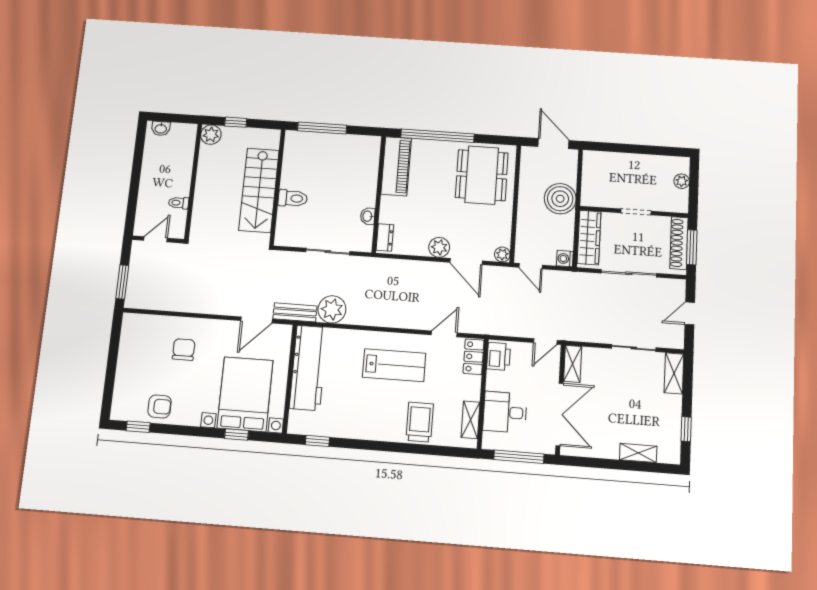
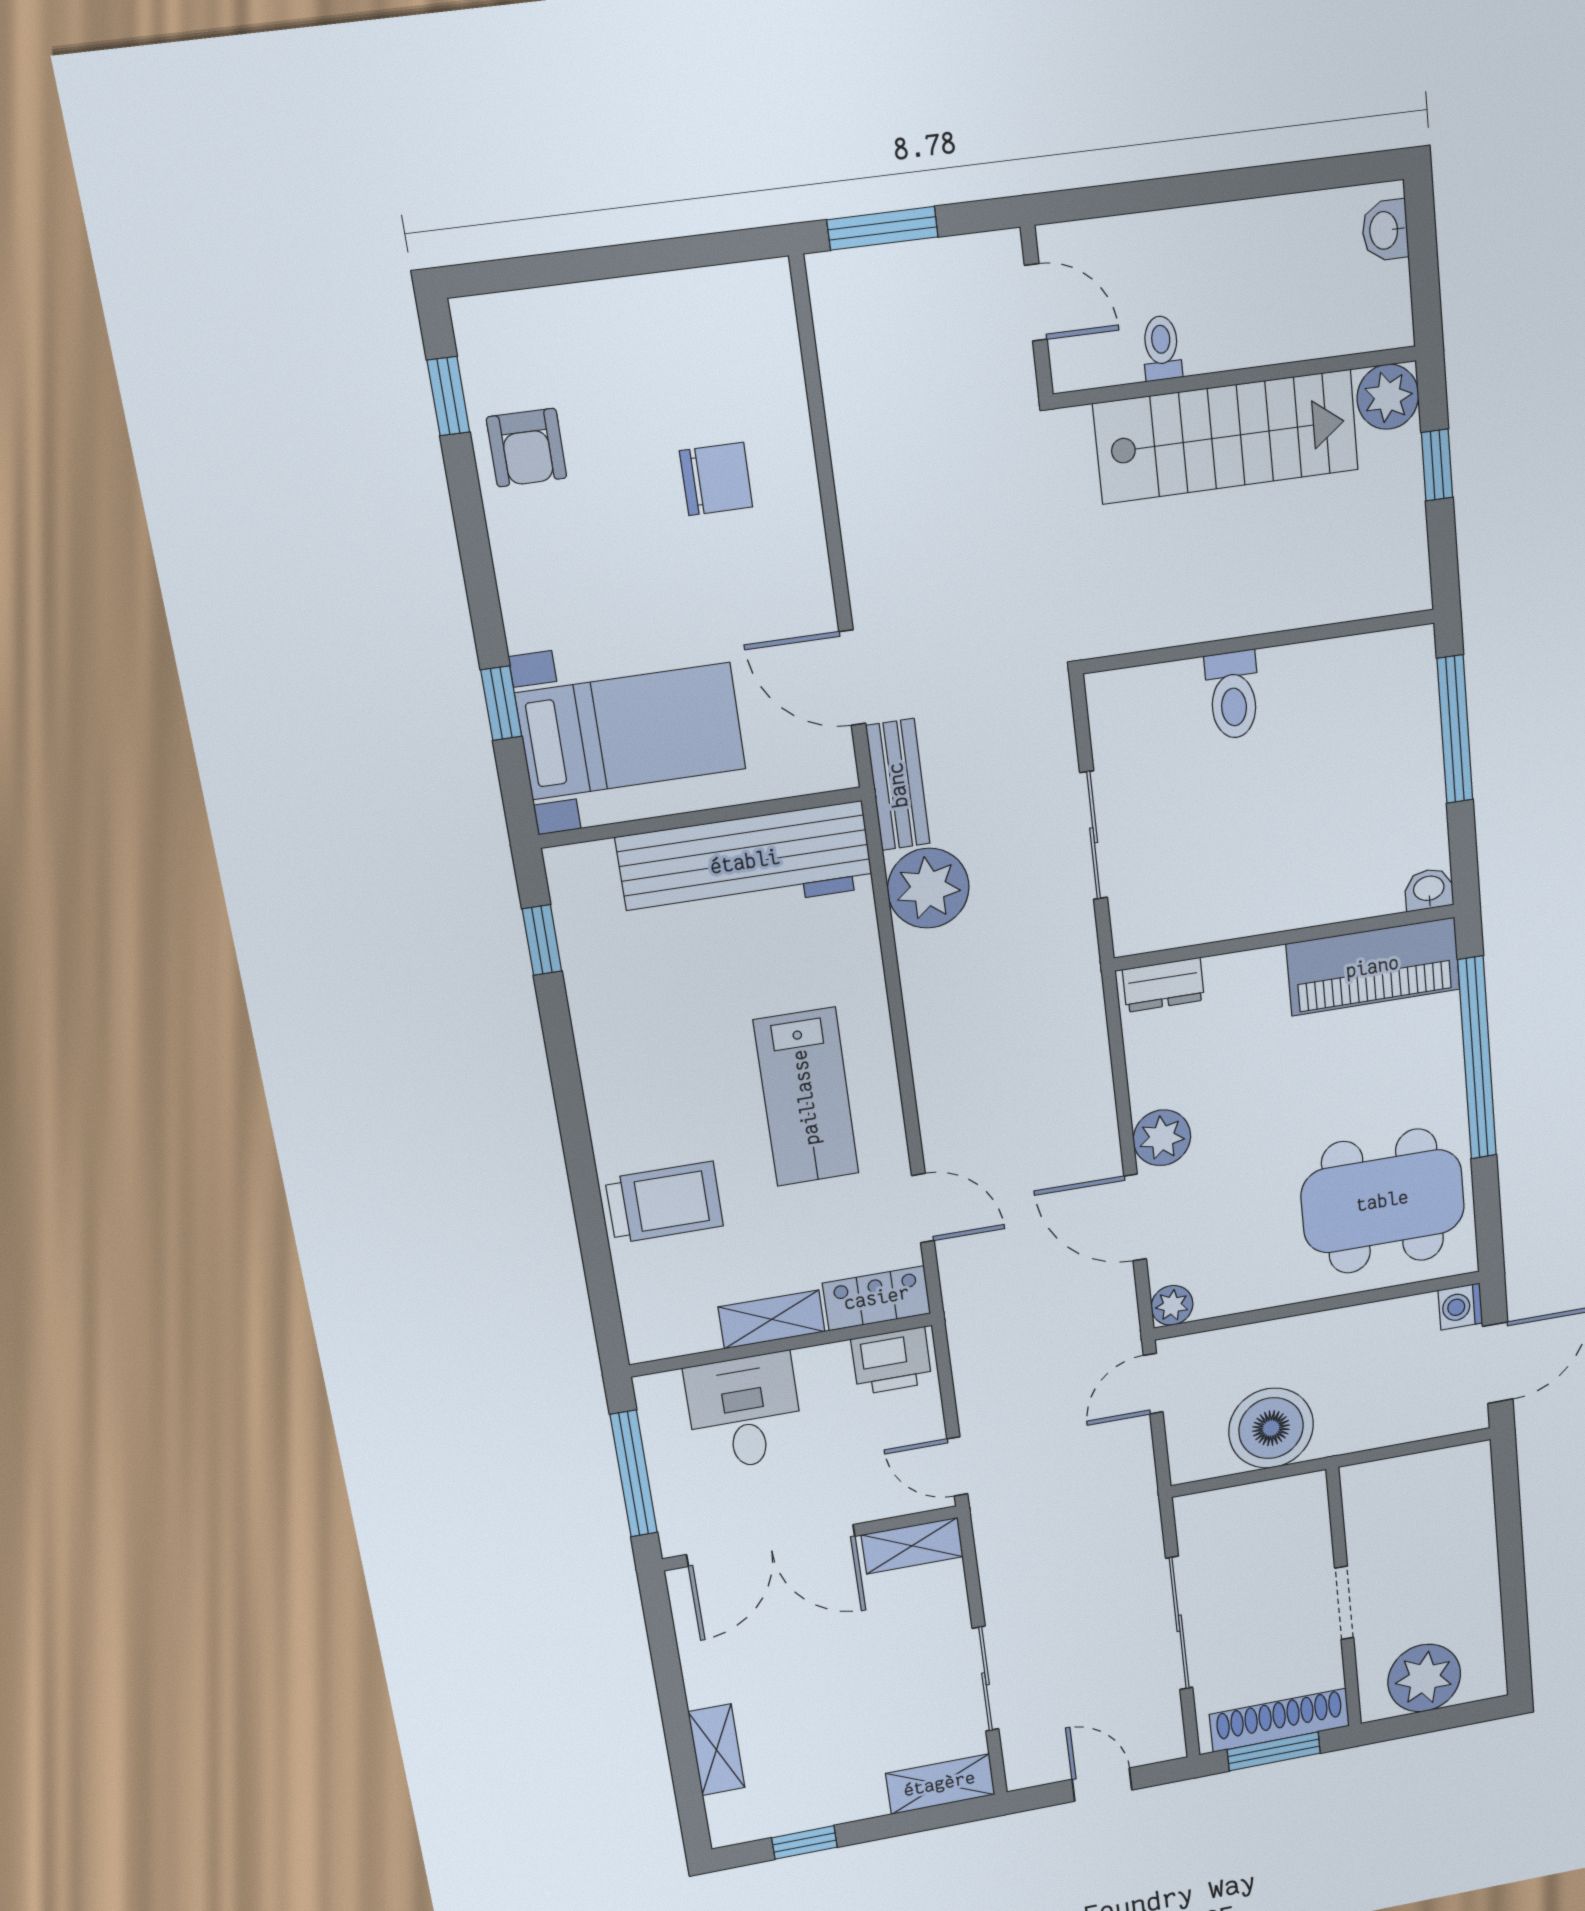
plant: (682, 181) -> (1424, 1678), width x1.88, depth x1.88
stairs: (259, 190) -> (1227, 437), moved, turned 180
boiler: (560, 199) -> (1271, 1428), moved
washbasin: (368, 216) -> (1429, 889), moved
wardrobe: (589, 238) -> (1257, 1508), removed
washing machine: (565, 259) -> (1460, 1307), moved, turned -90
door: (466, 262) -> (1135, 1218), hinge flipped
bed with nightstands: (245, 394) -> (631, 731), width x0.73
shelving: (470, 420) -> (772, 1319), moved

